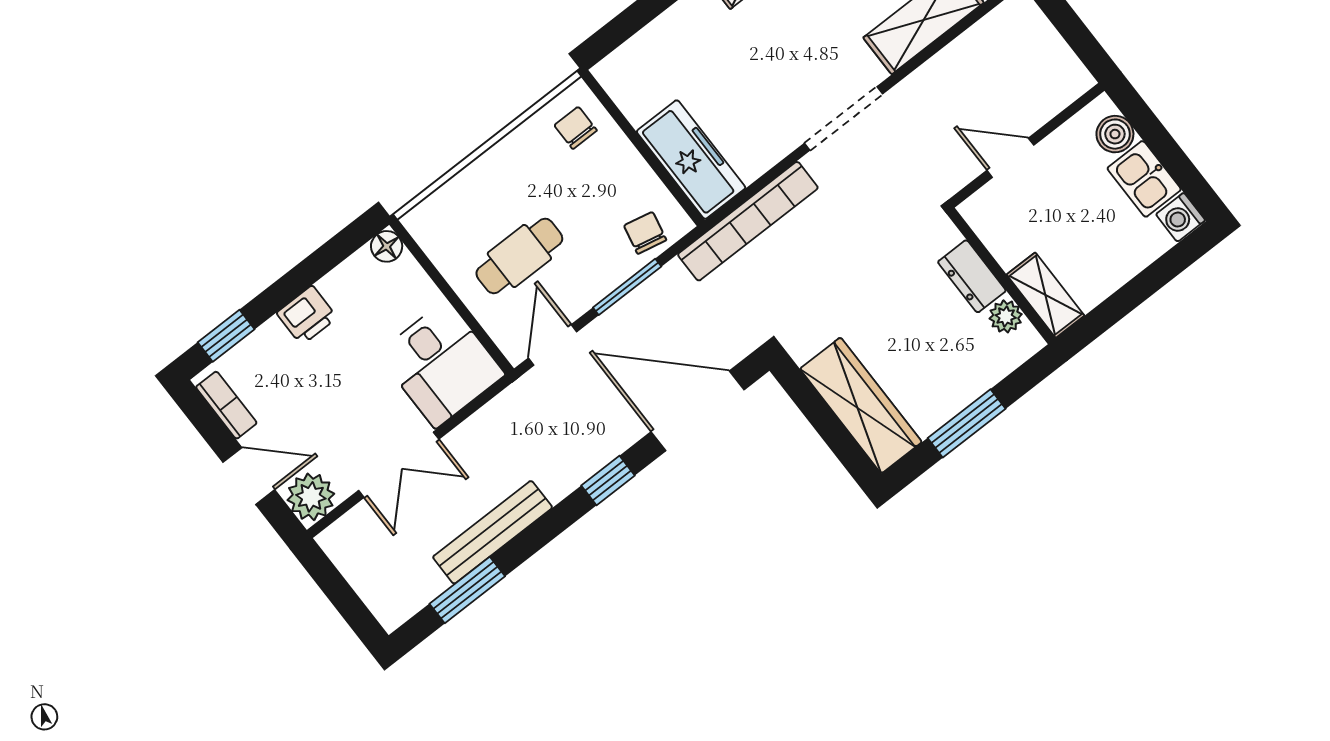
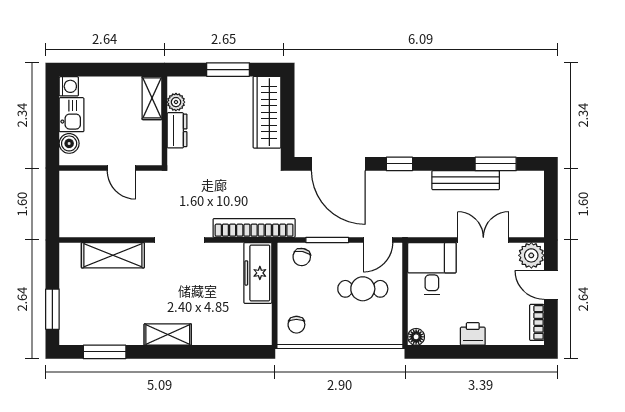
window: (226, 336) -> (514, 352), removed

